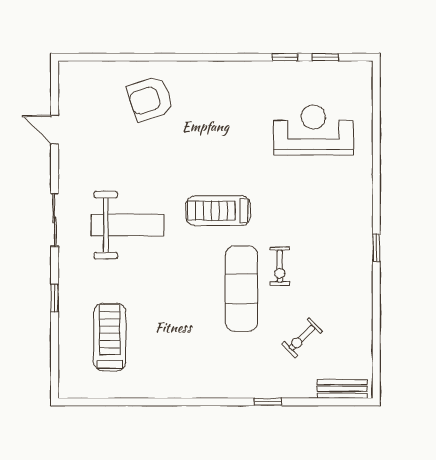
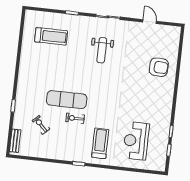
armchair: (150, 99) -> (159, 67), turned 111
door: (55, 130) -> (150, 22), hinge flipped
reception desk: (313, 130) -> (136, 141), turned 180
treadmill: (218, 211) -> (100, 143), moved
weight bench: (128, 225) -> (102, 50), width x0.73, depth x0.75

